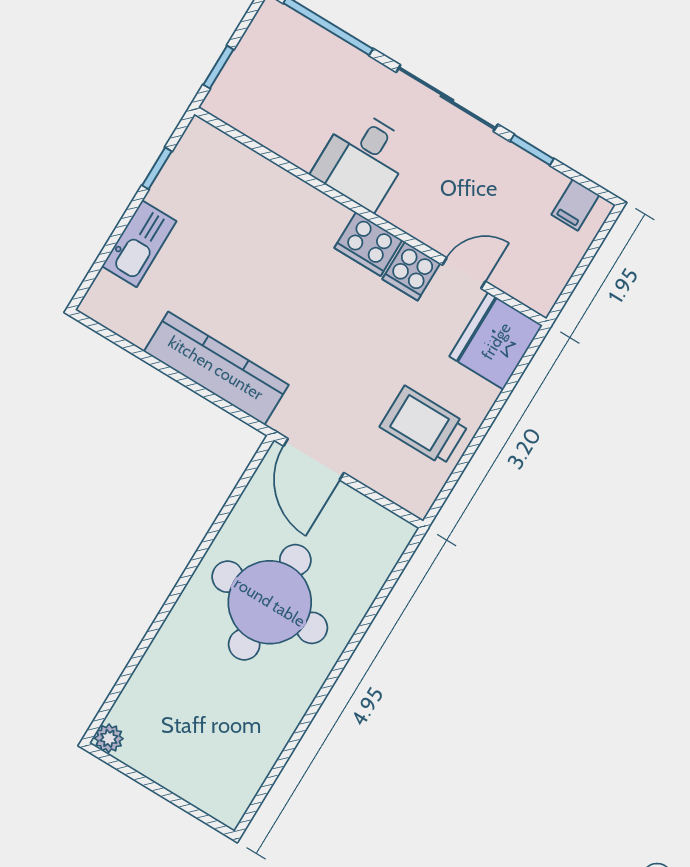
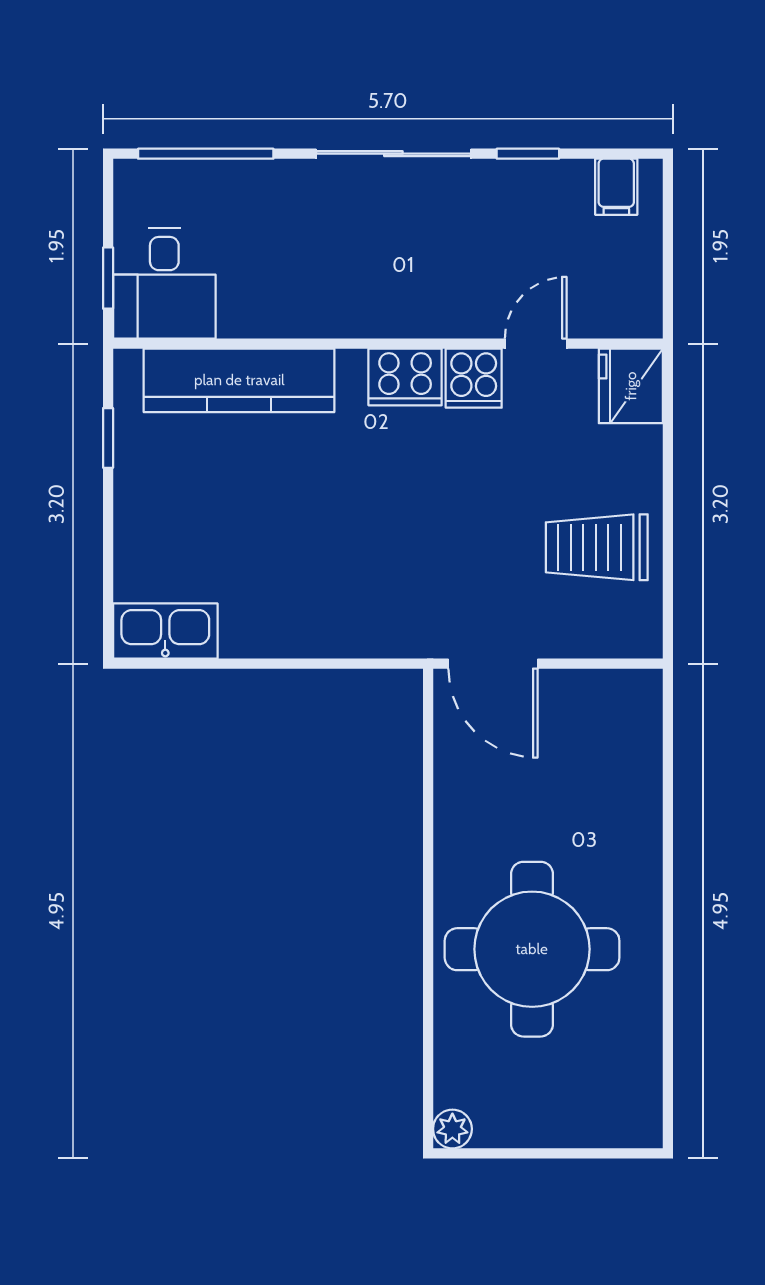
desk: (363, 159) -> (164, 283), moved
kitchen sink: (139, 244) -> (165, 631), moved, turned -90
fridge: (496, 341) -> (631, 386), width x0.73, depth x0.75
kitchen counter: (216, 368) -> (239, 380), moved, turned 180
round table: (270, 602) -> (532, 949), moved

